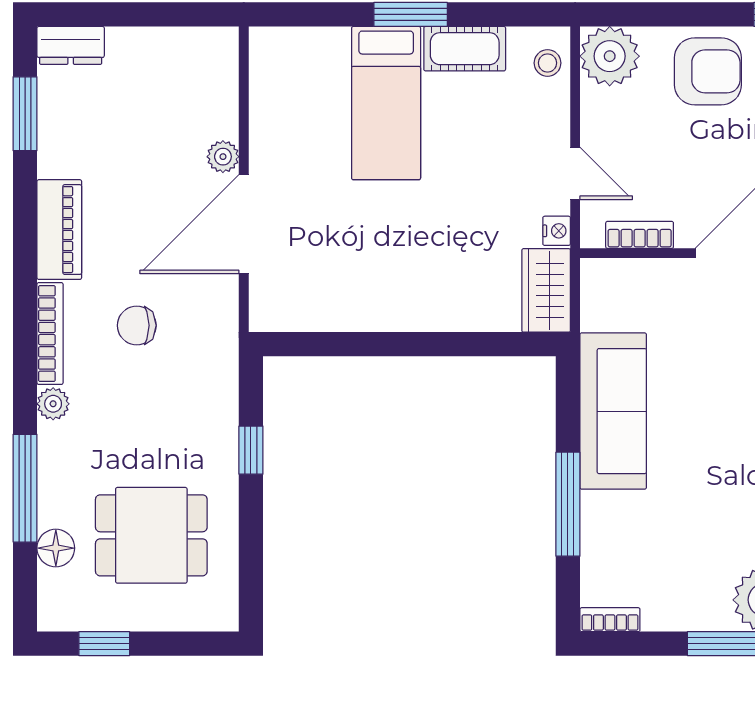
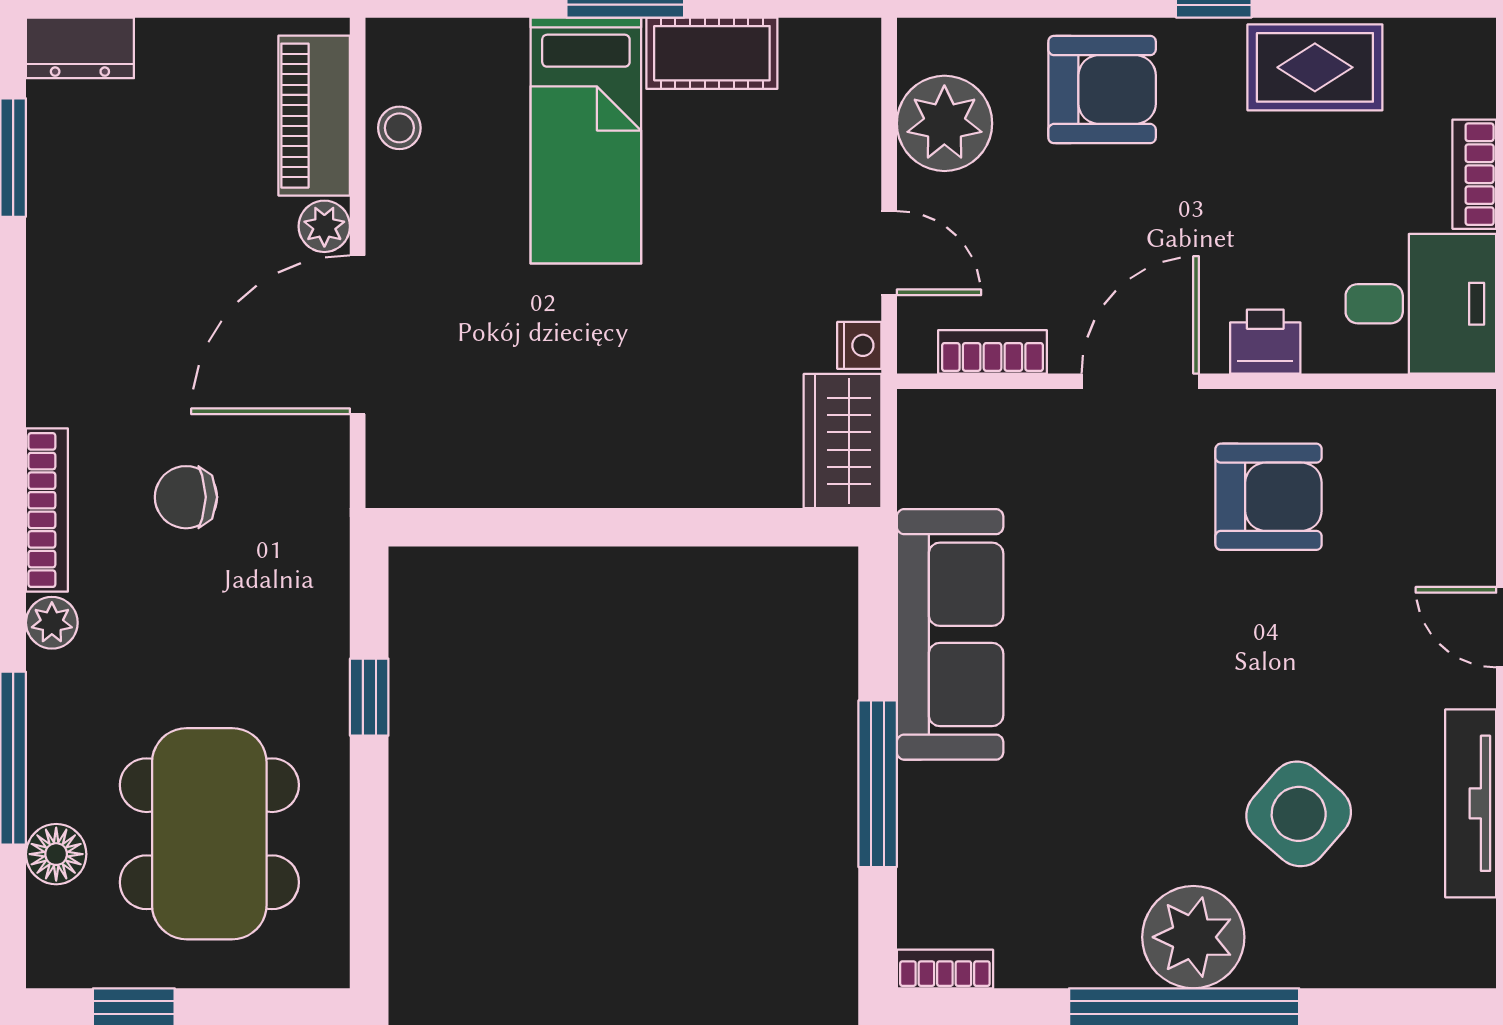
plant: (610, 56) -> (944, 123), moved
stool: (548, 63) -> (399, 128), moved
piano: (59, 230) -> (314, 116), moved, turned 180
dining table: (151, 535) -> (209, 834), width x1.37

